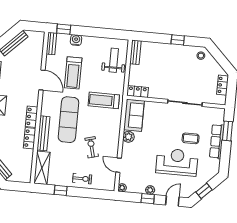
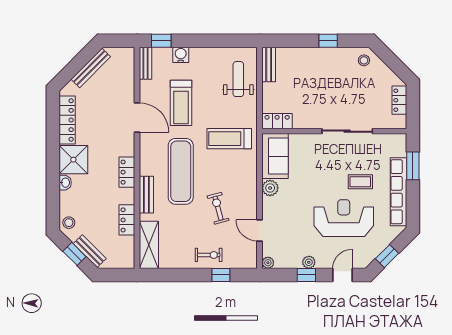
bench: (43, 133) -> (146, 195), width x0.73
locker: (30, 138) -> (127, 220), moved
row of seats: (217, 141) -> (399, 192), width x1.36
window: (61, 190) -> (221, 275), moved

